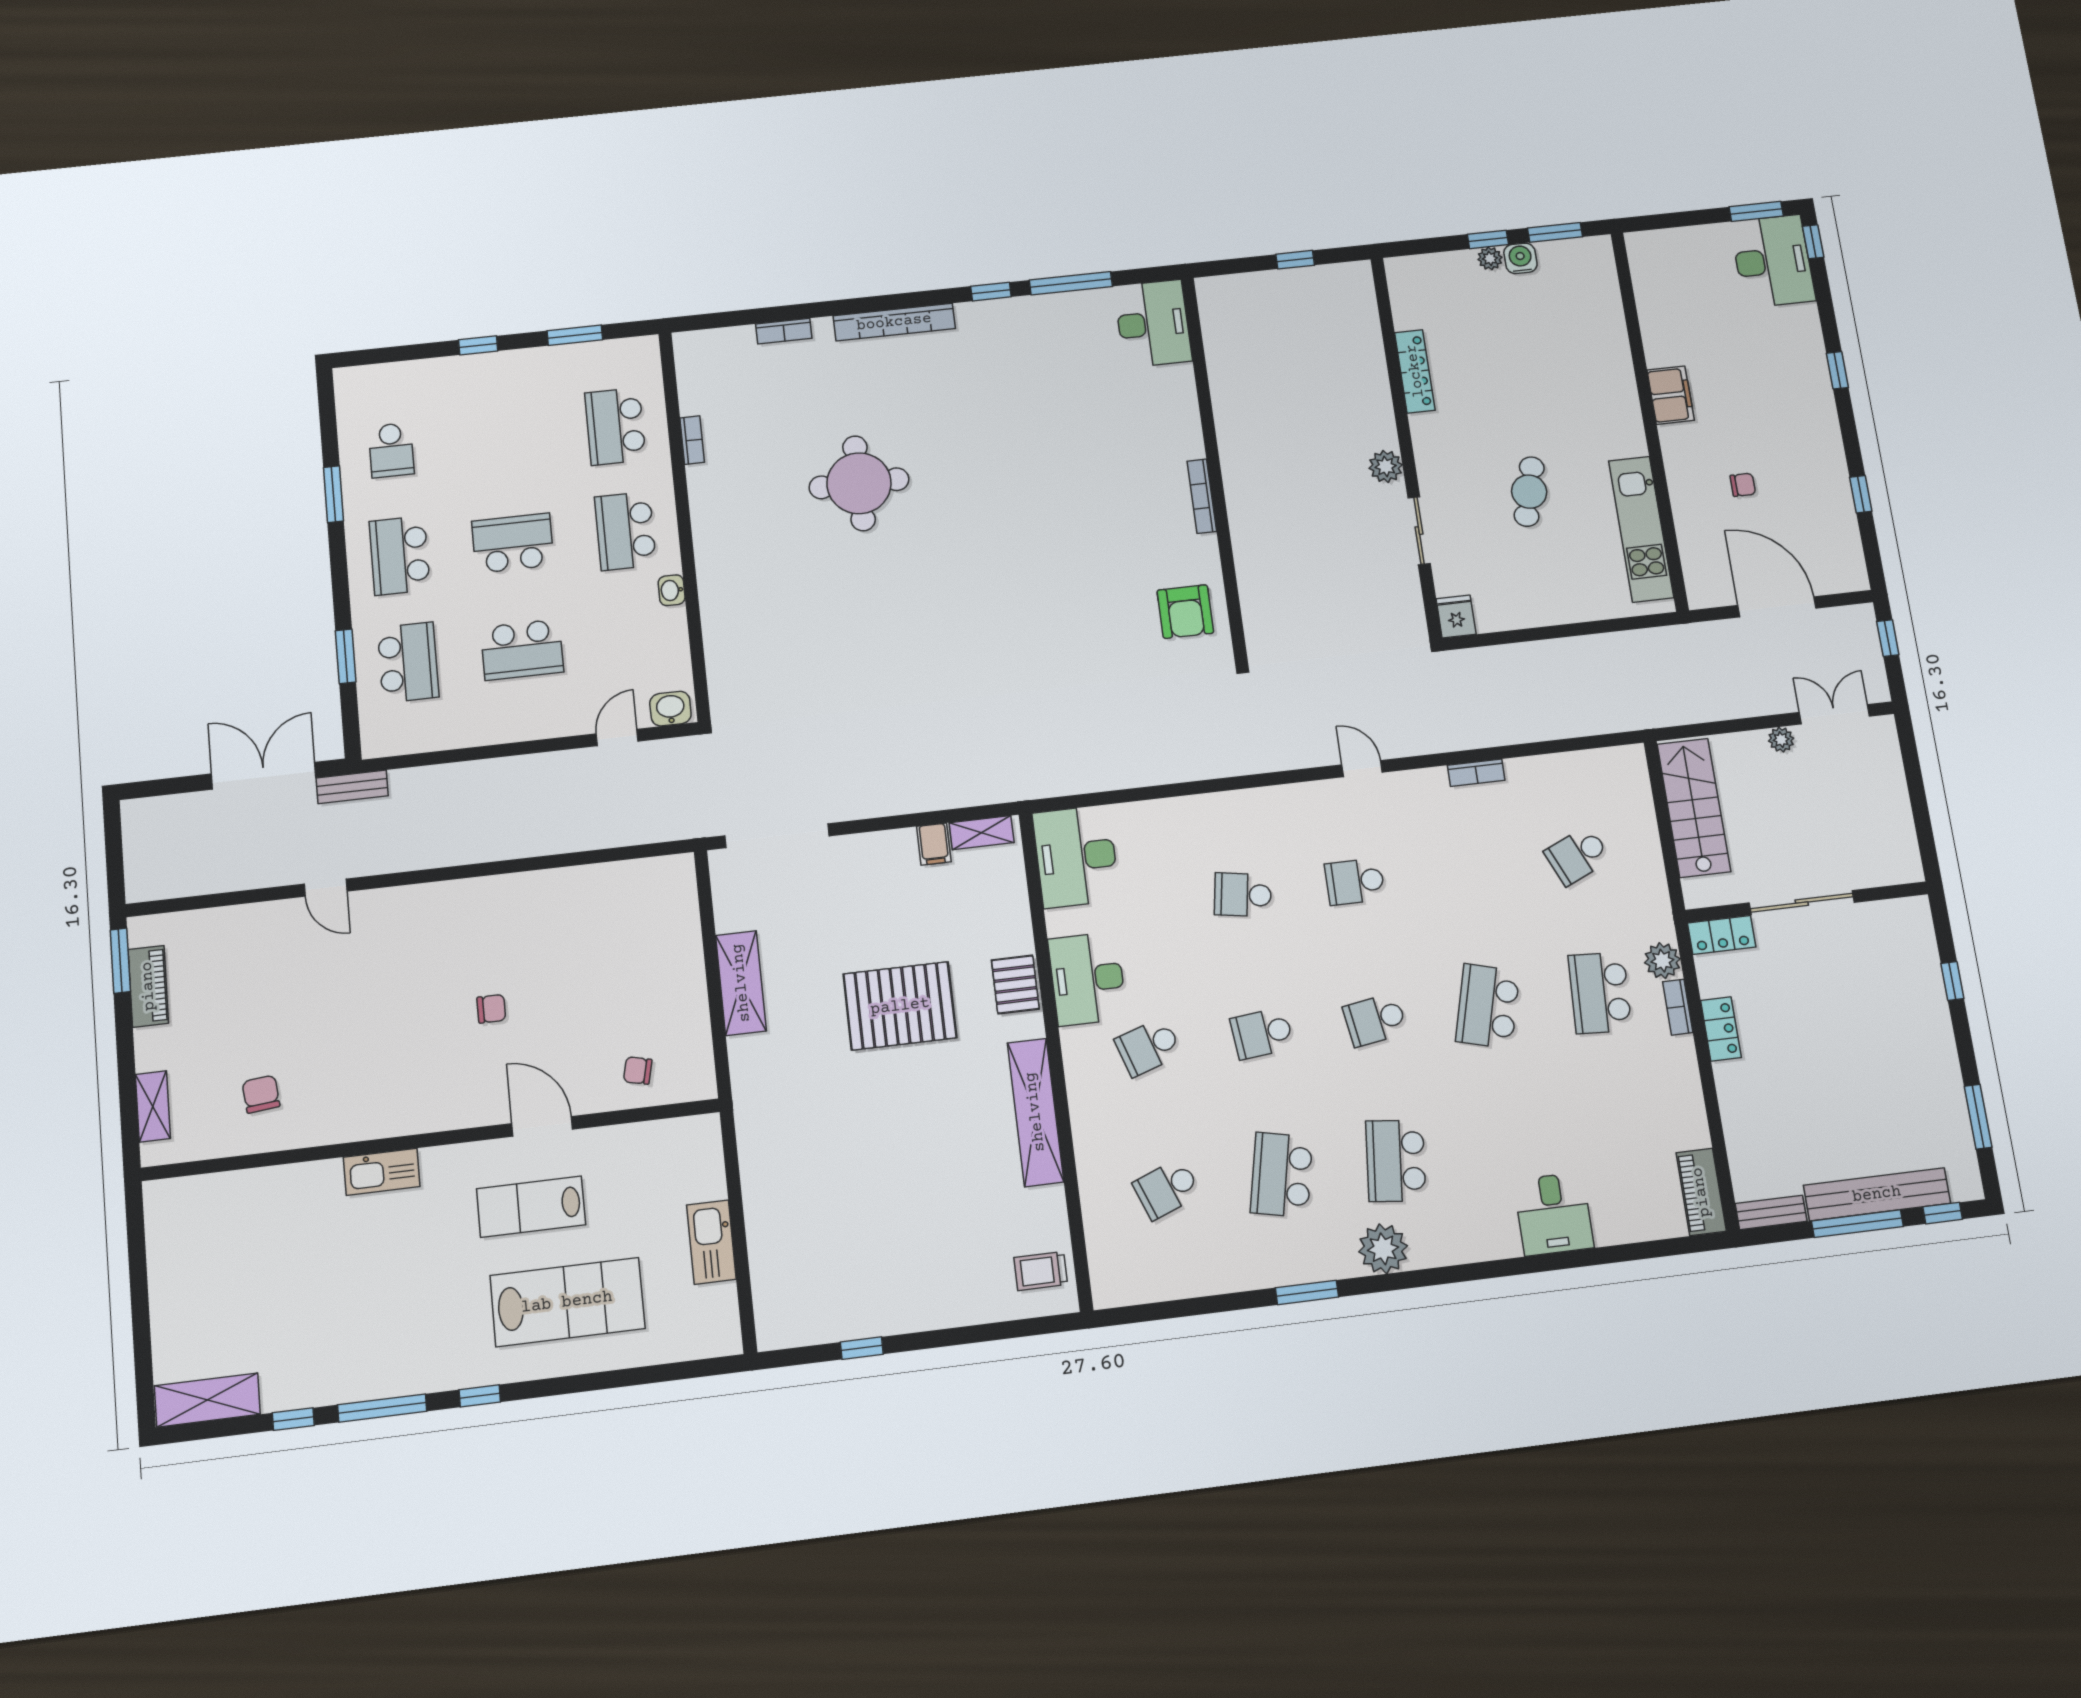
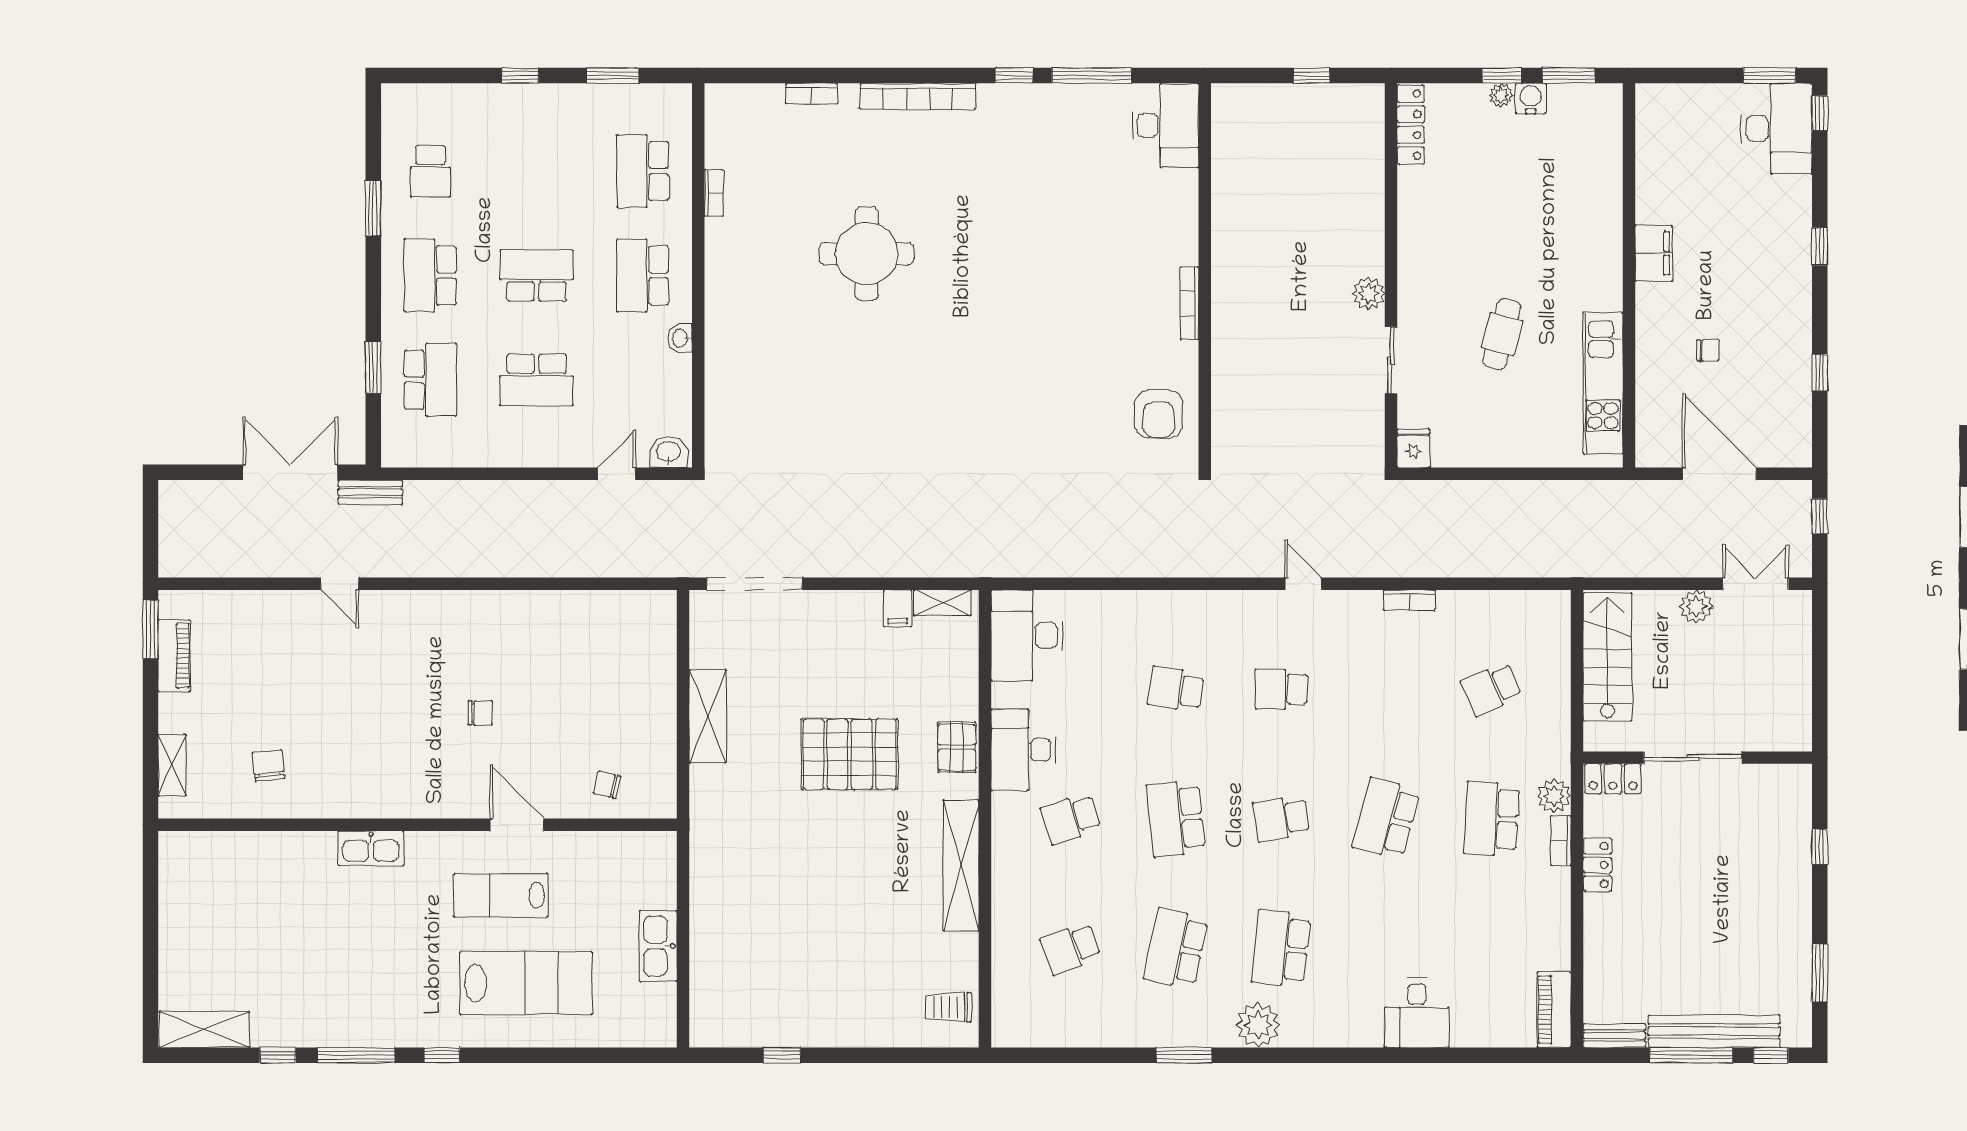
locker: (1415, 371) -> (1411, 125), moved
plant: (1781, 740) -> (1696, 607), width x1.38, depth x1.38
school desk: (1262, 1033) -> (1176, 819), width x1.85

